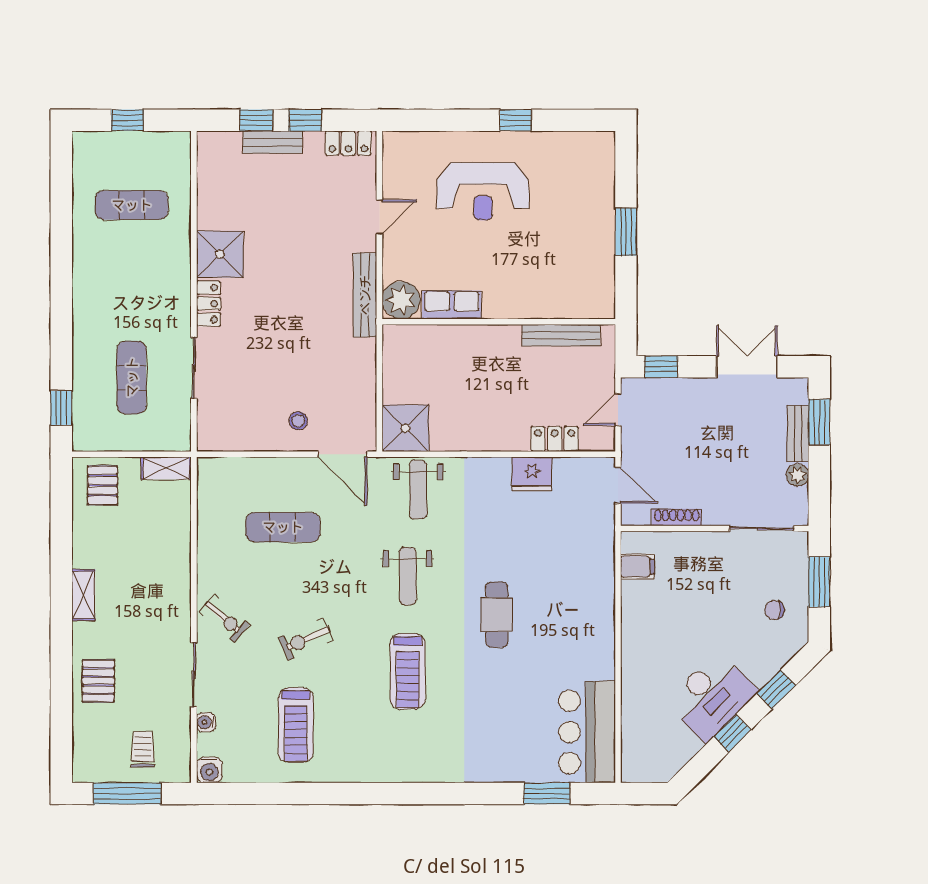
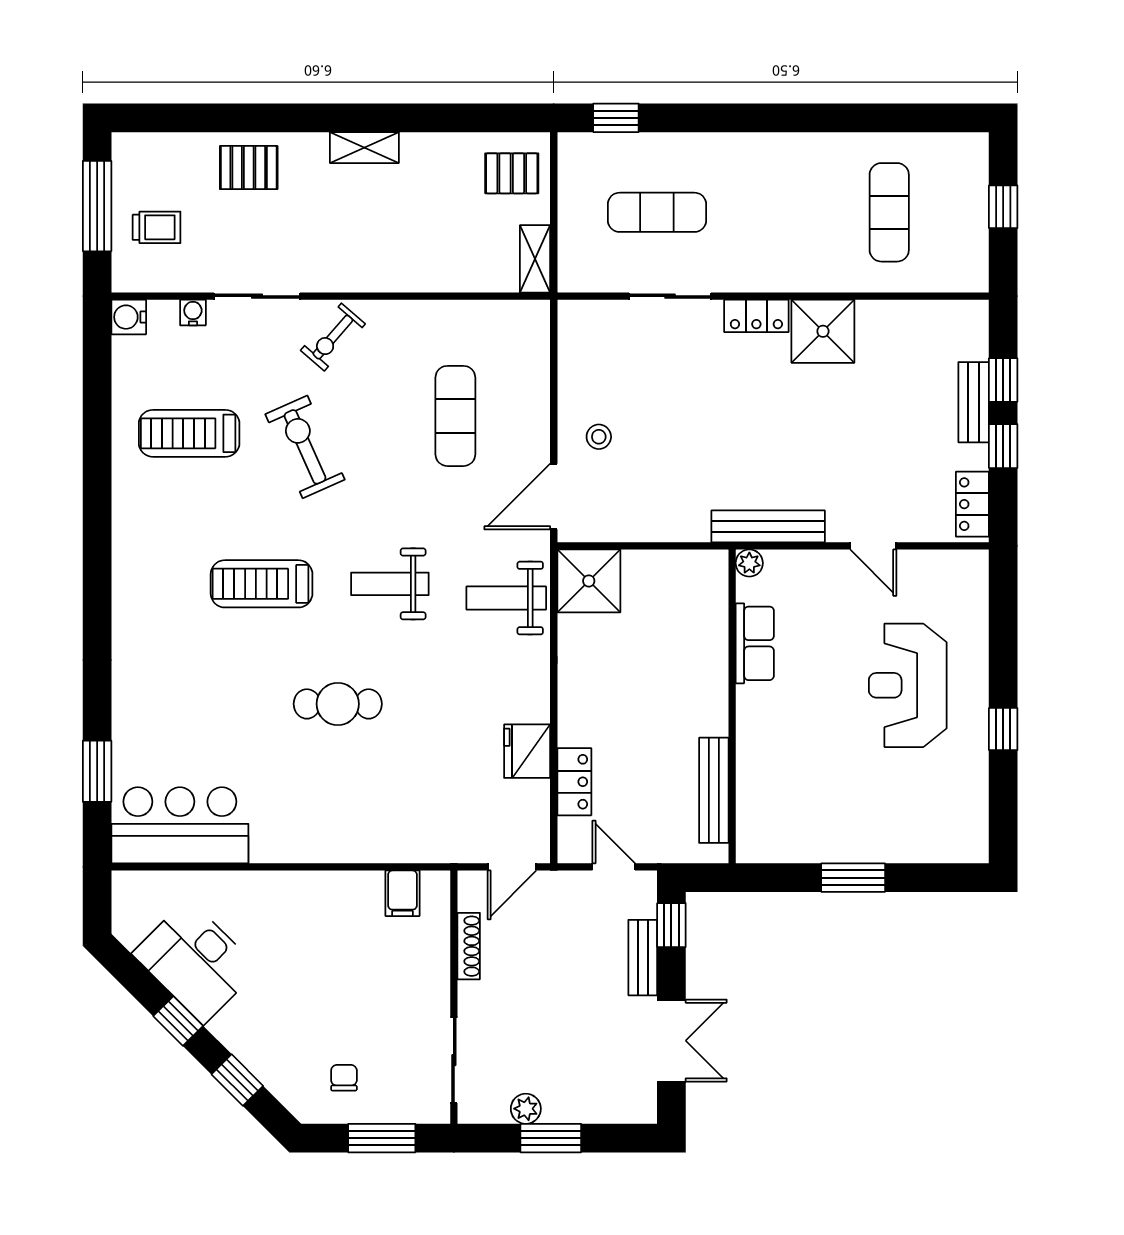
plant: (401, 300) -> (749, 563), width x0.53, depth x0.53
window: (819, 422) -> (551, 1138), moved
bench: (798, 434) -> (643, 958), moved, turned 90
exercise bike: (306, 639) -> (305, 447), width x1.38, depth x1.39
desk: (712, 697) -> (196, 961), moved

